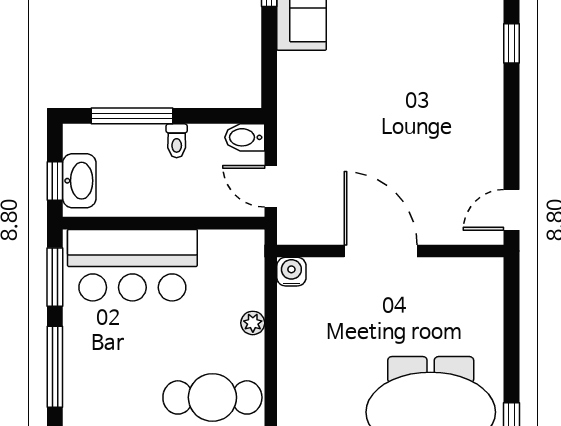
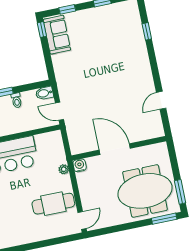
door: (381, 251) -> (115, 149), moved
wall: (390, 251) -> (119, 148), moved
water cooler: (291, 272) -> (80, 165), moved

